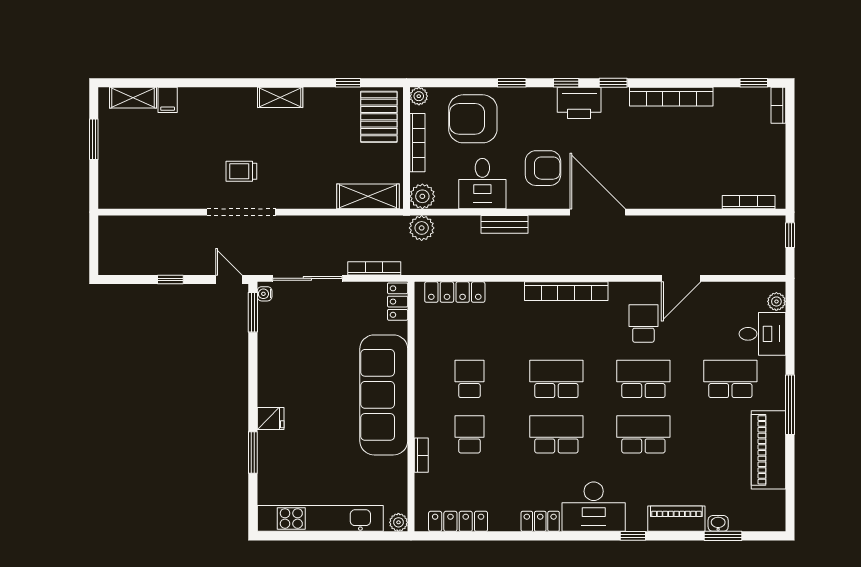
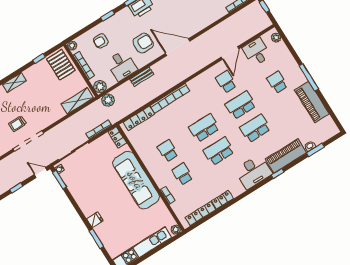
armchair: (473, 119) -> (101, 41), width x0.53, depth x0.53
bookcase: (566, 291) -> (170, 98), moved
desk: (762, 334) -> (257, 52), moved, turned -90
school desk: (730, 379) -> (277, 82), width x0.54
piano: (676, 519) -> (286, 156), width x1.37, depth x1.33
locker: (540, 521) -> (222, 200), moved

